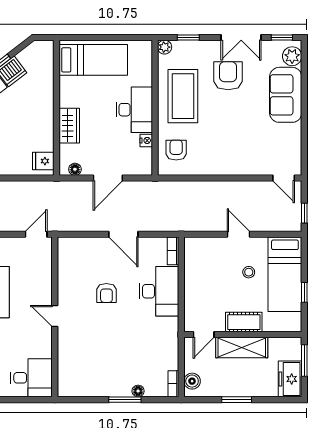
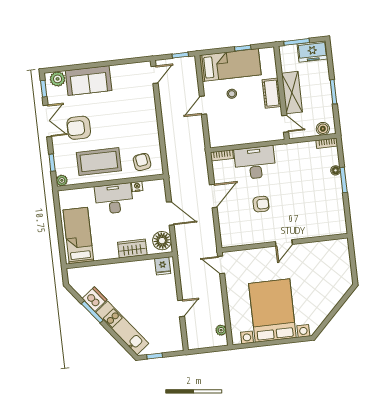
armchair: (176, 150) -> (142, 162), turned 82
floor lamp: (75, 169) -> (162, 241), width x1.89, depth x1.89
desk: (31, 378) -> (335, 256), removed

